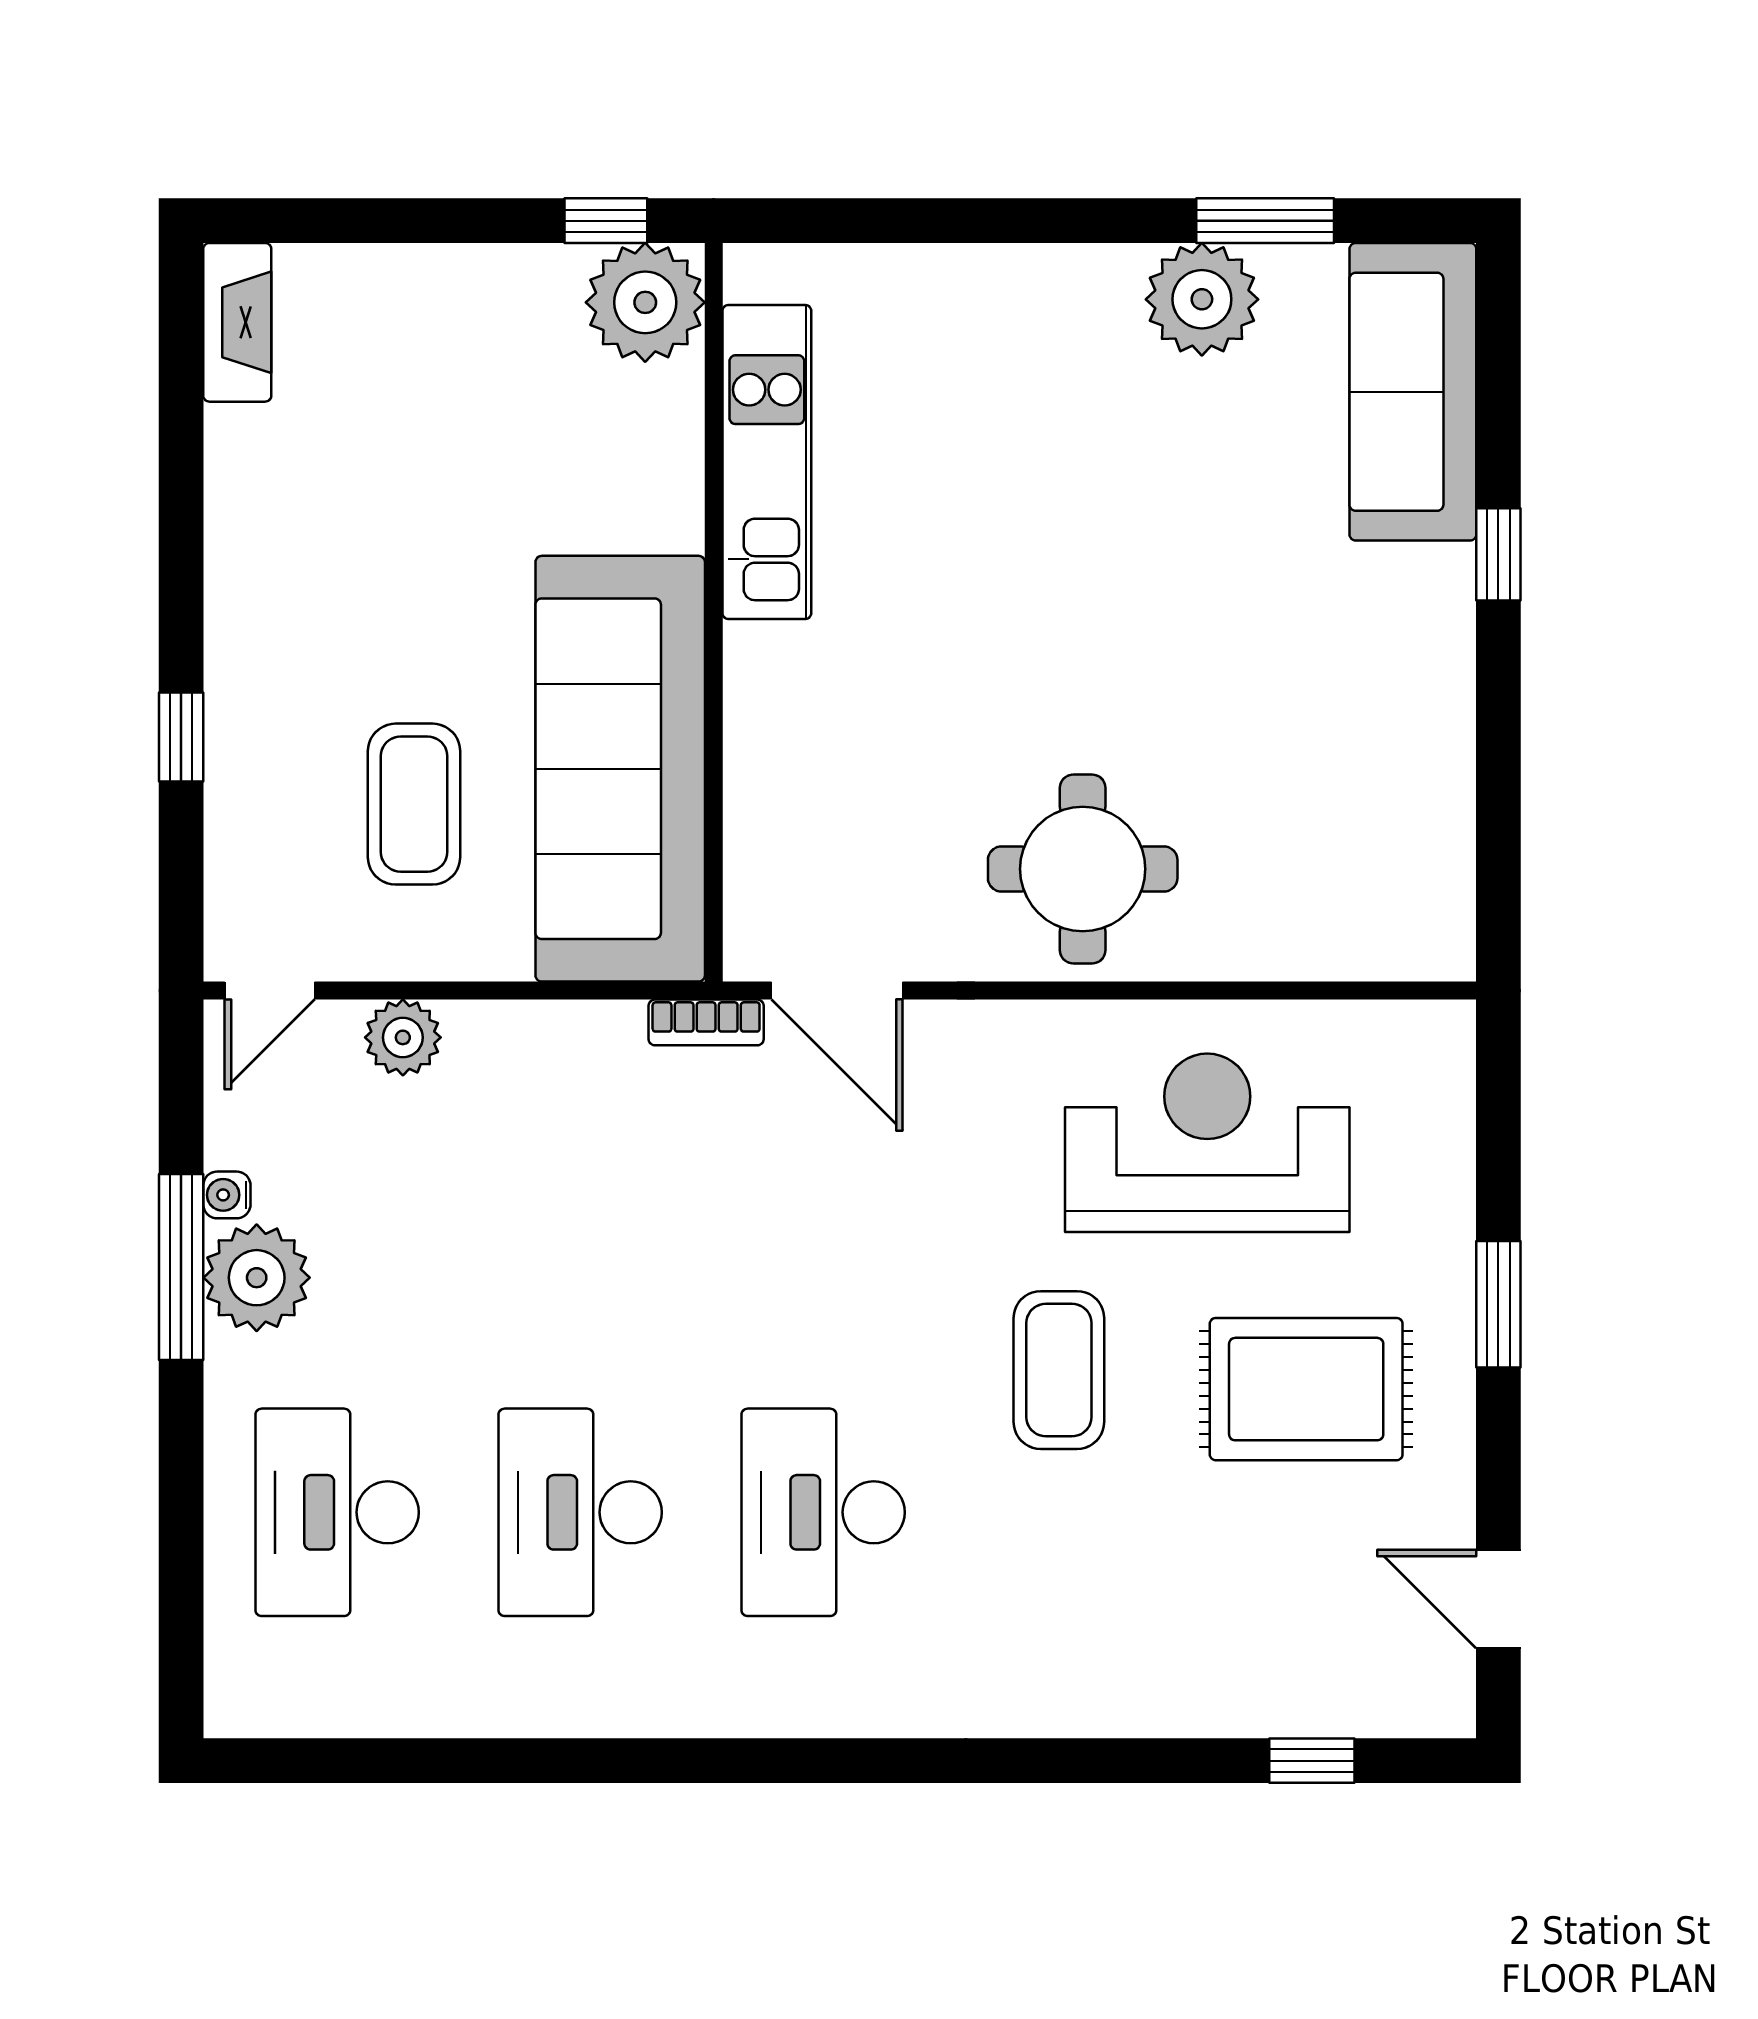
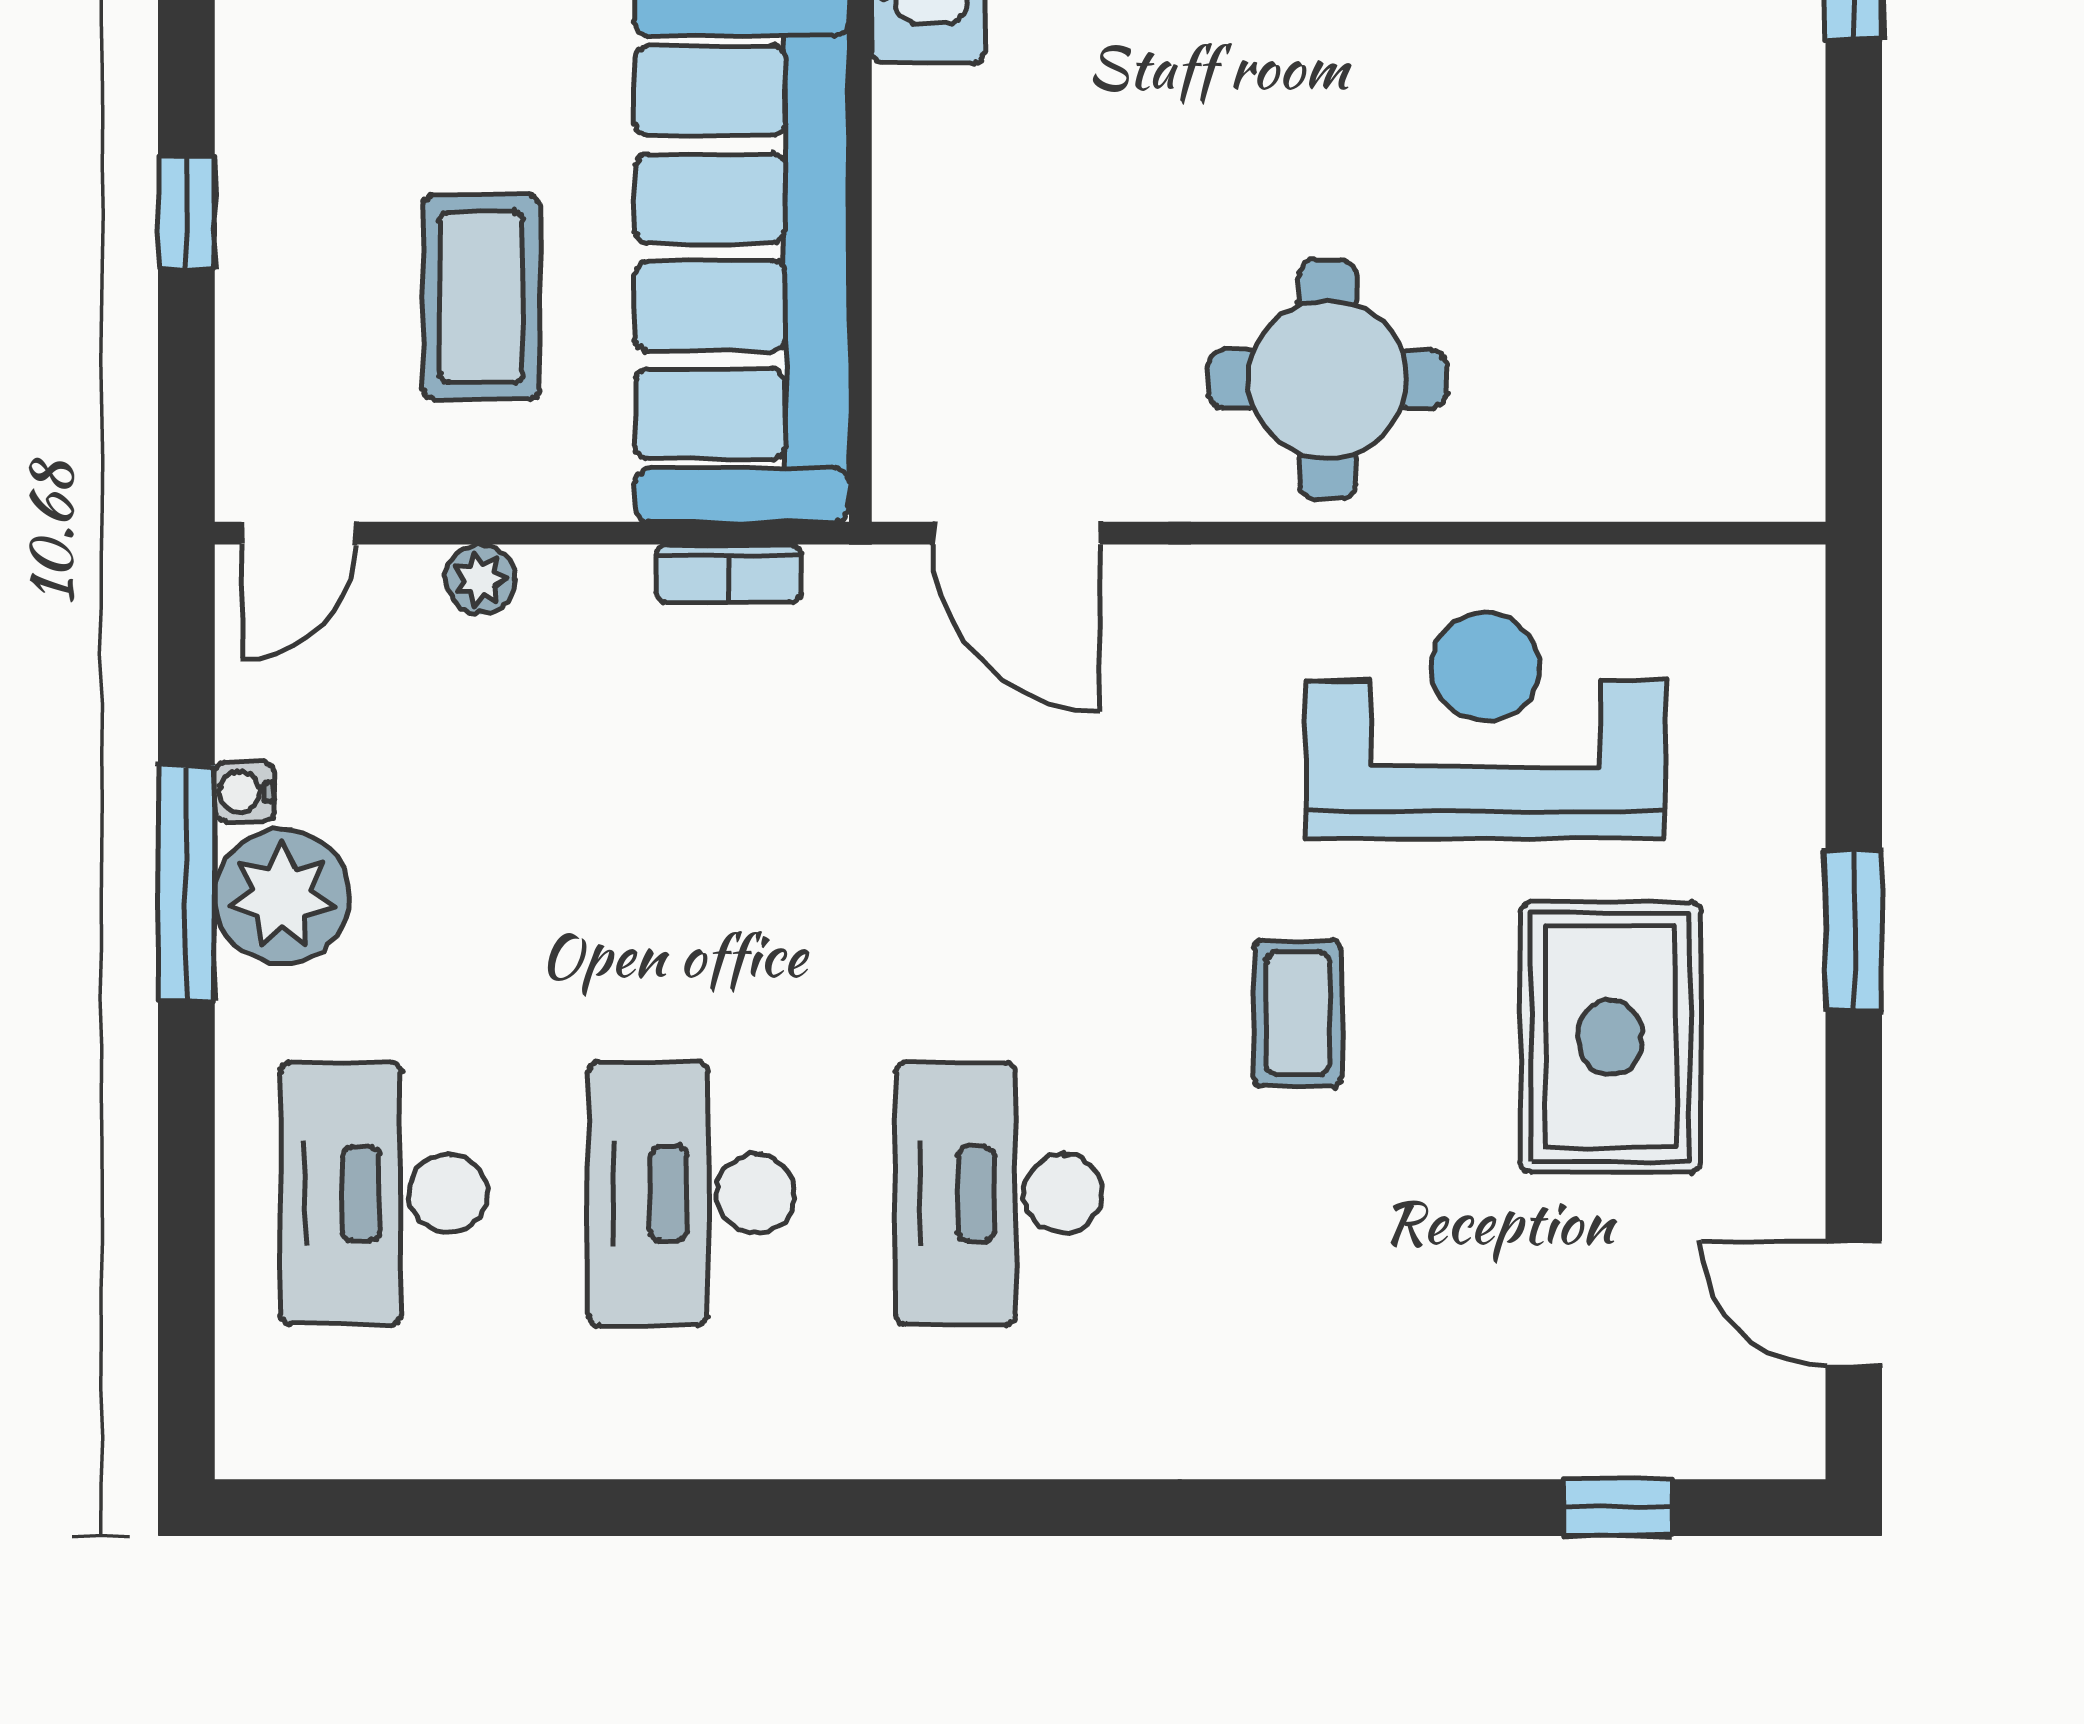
bookcase: (706, 1022) -> (729, 573), moved
plant: (403, 1037) -> (480, 579), width x0.73, depth x0.73
coffee table: (1059, 1370) -> (1297, 1013), width x0.73, depth x0.77
rug: (1306, 1389) -> (1610, 1037), turned 90

